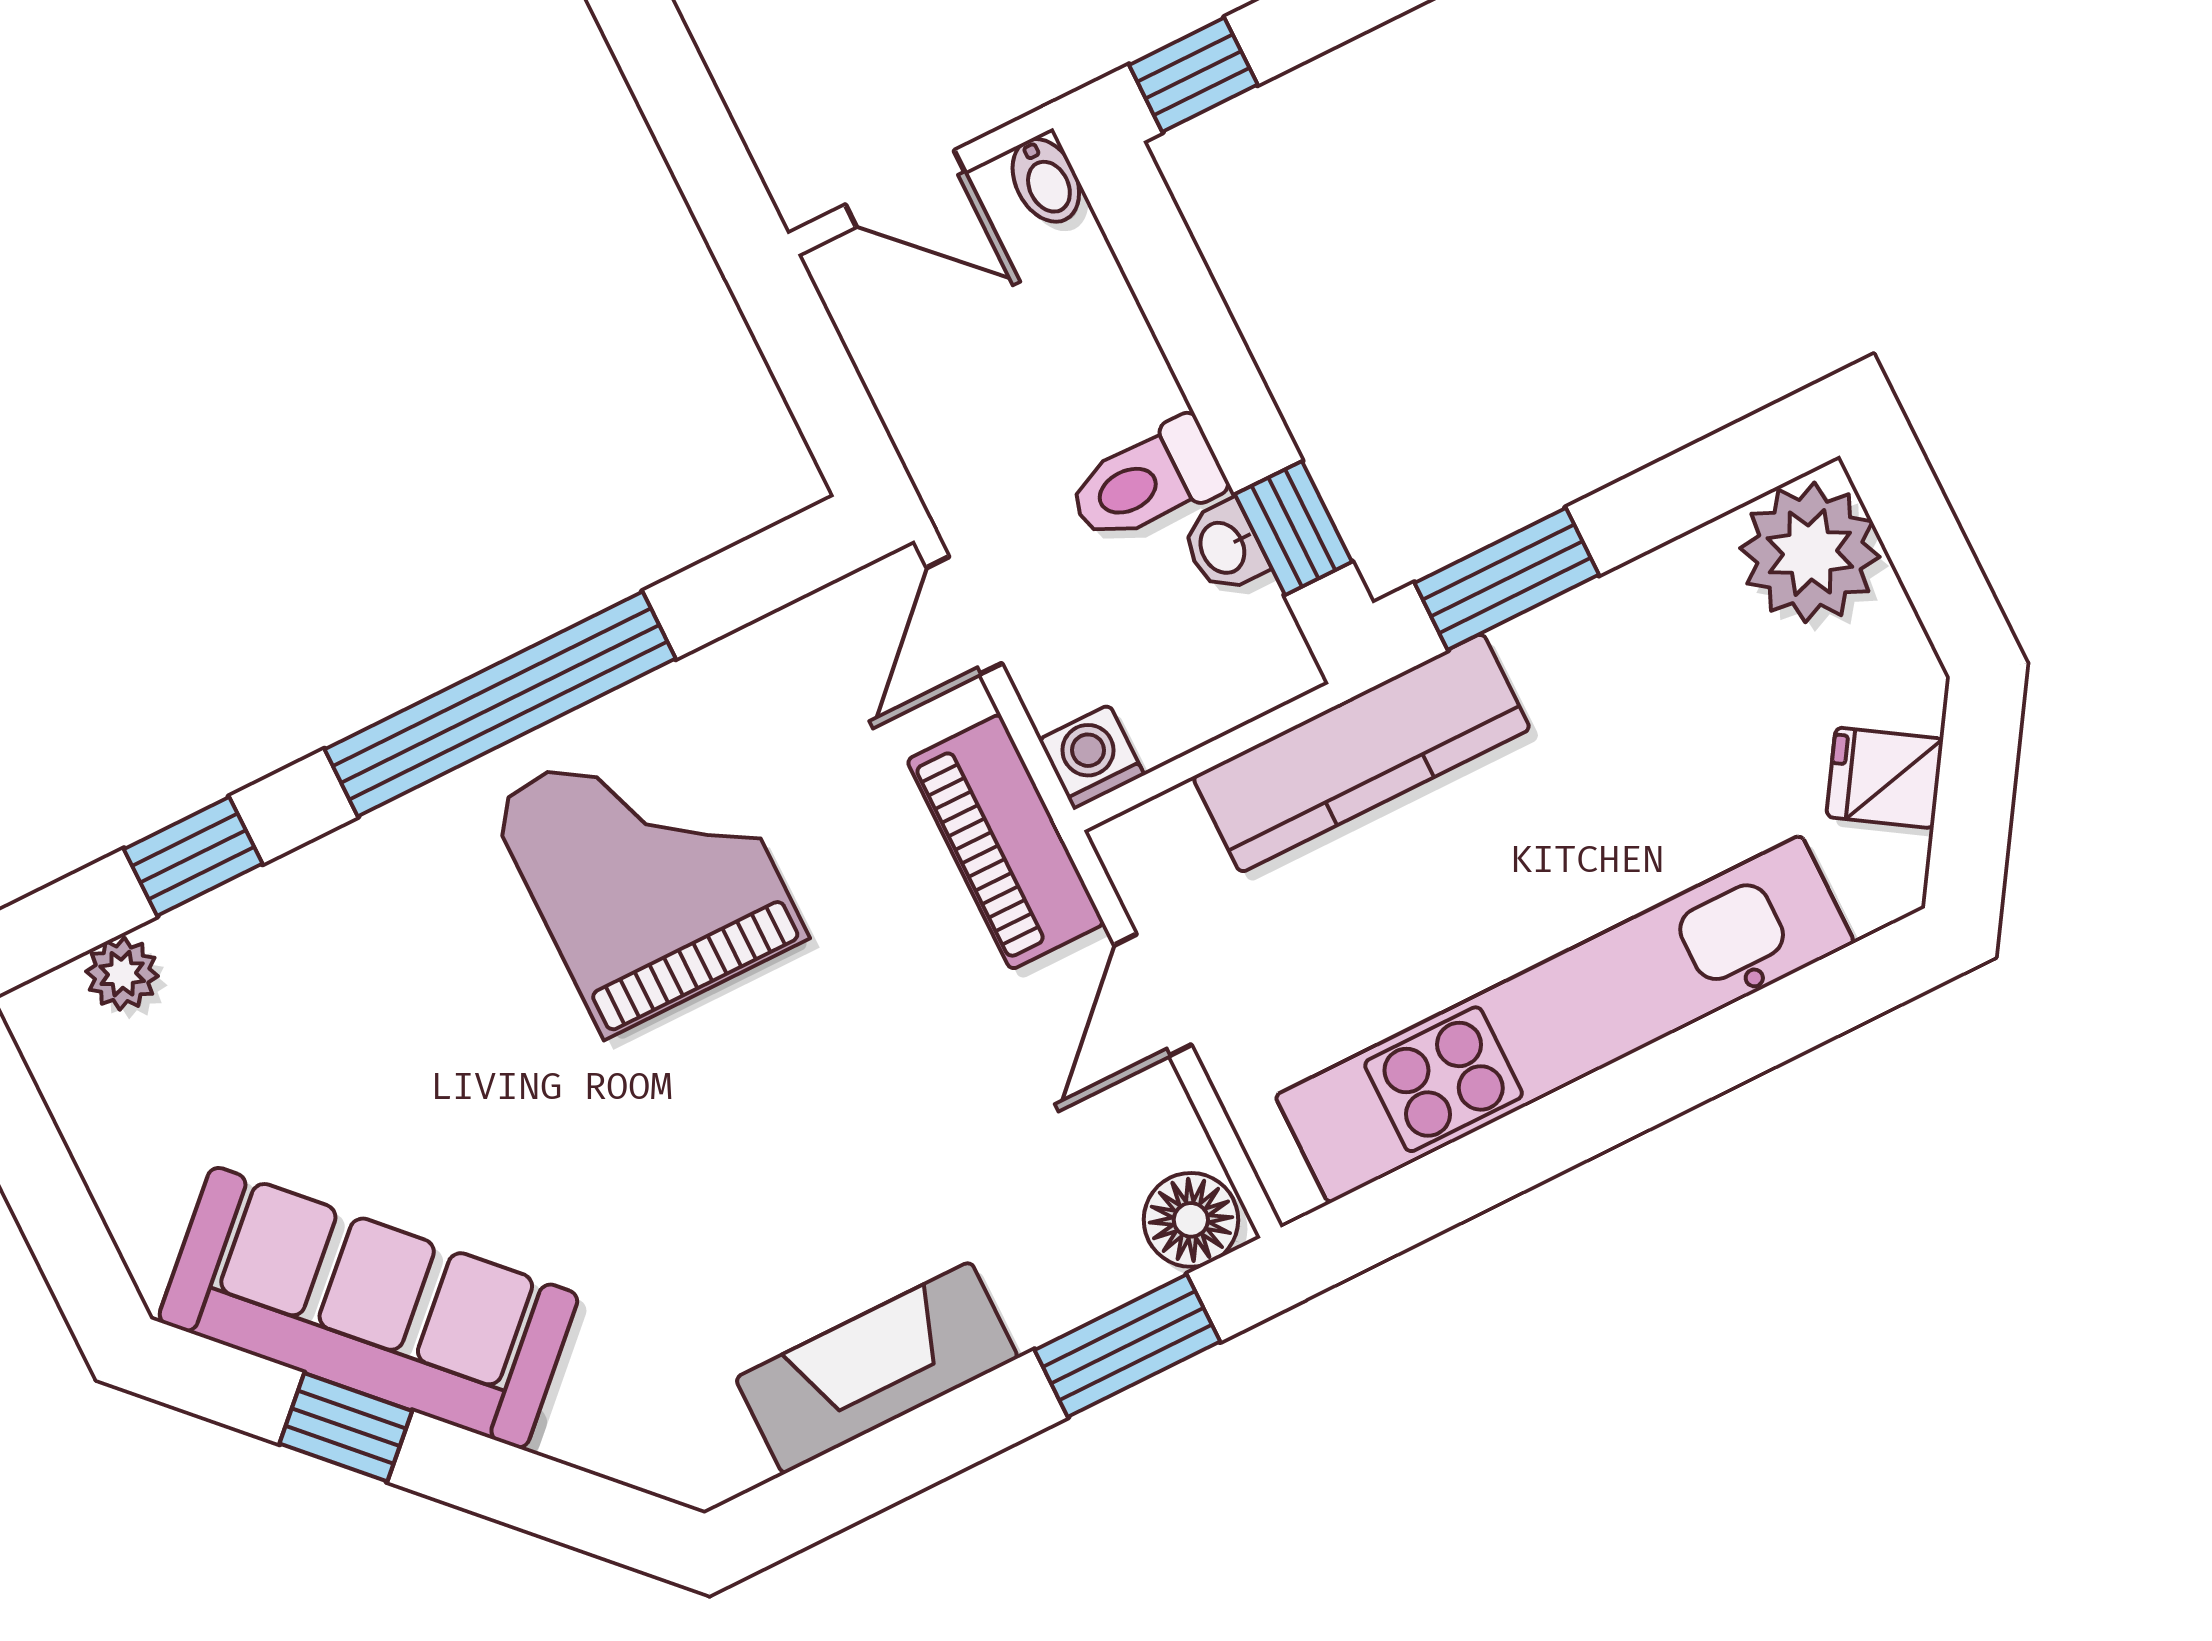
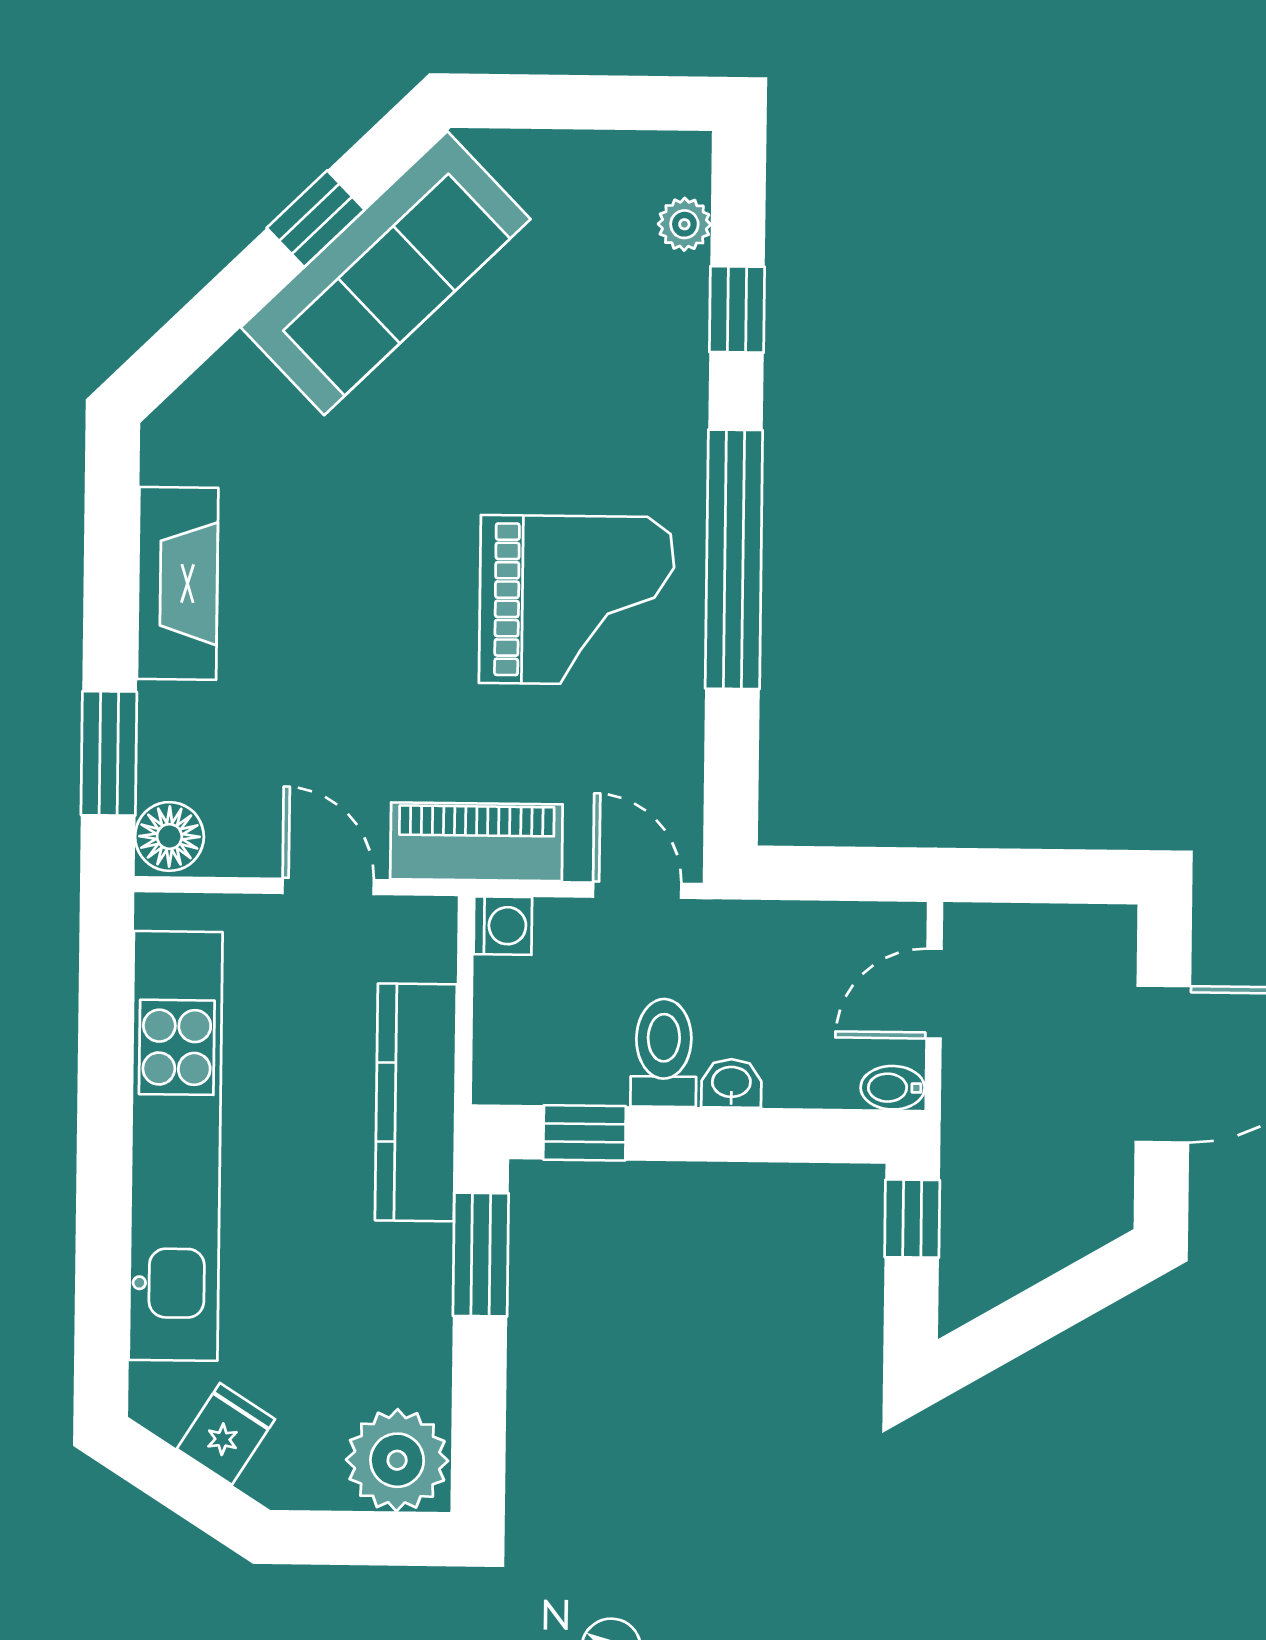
washbasin: (1224, 547) -> (731, 1083), moved

